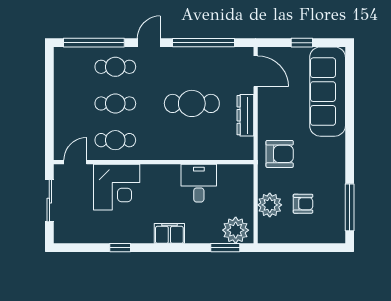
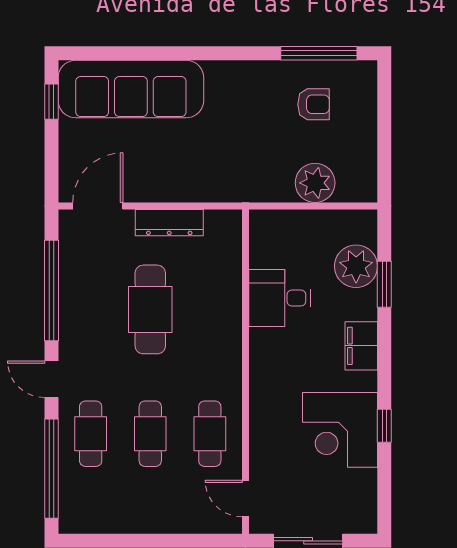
window: (302, 43) -> (51, 102), moved
armchair: (280, 154) -> (232, 167), removed
corner desk: (117, 187) -> (340, 430), moved, turned 180
armchair: (303, 204) -> (314, 104), moved, turned 90
plant: (236, 230) -> (356, 266), moved
window: (225, 248) -> (384, 284), moved

